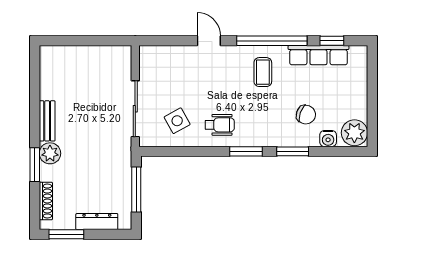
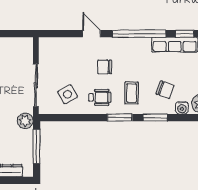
coffee table: (263, 72) -> (132, 93), moved
chair: (226, 84) -> (105, 67), added
plant: (121, 156) -> (25, 121), added

